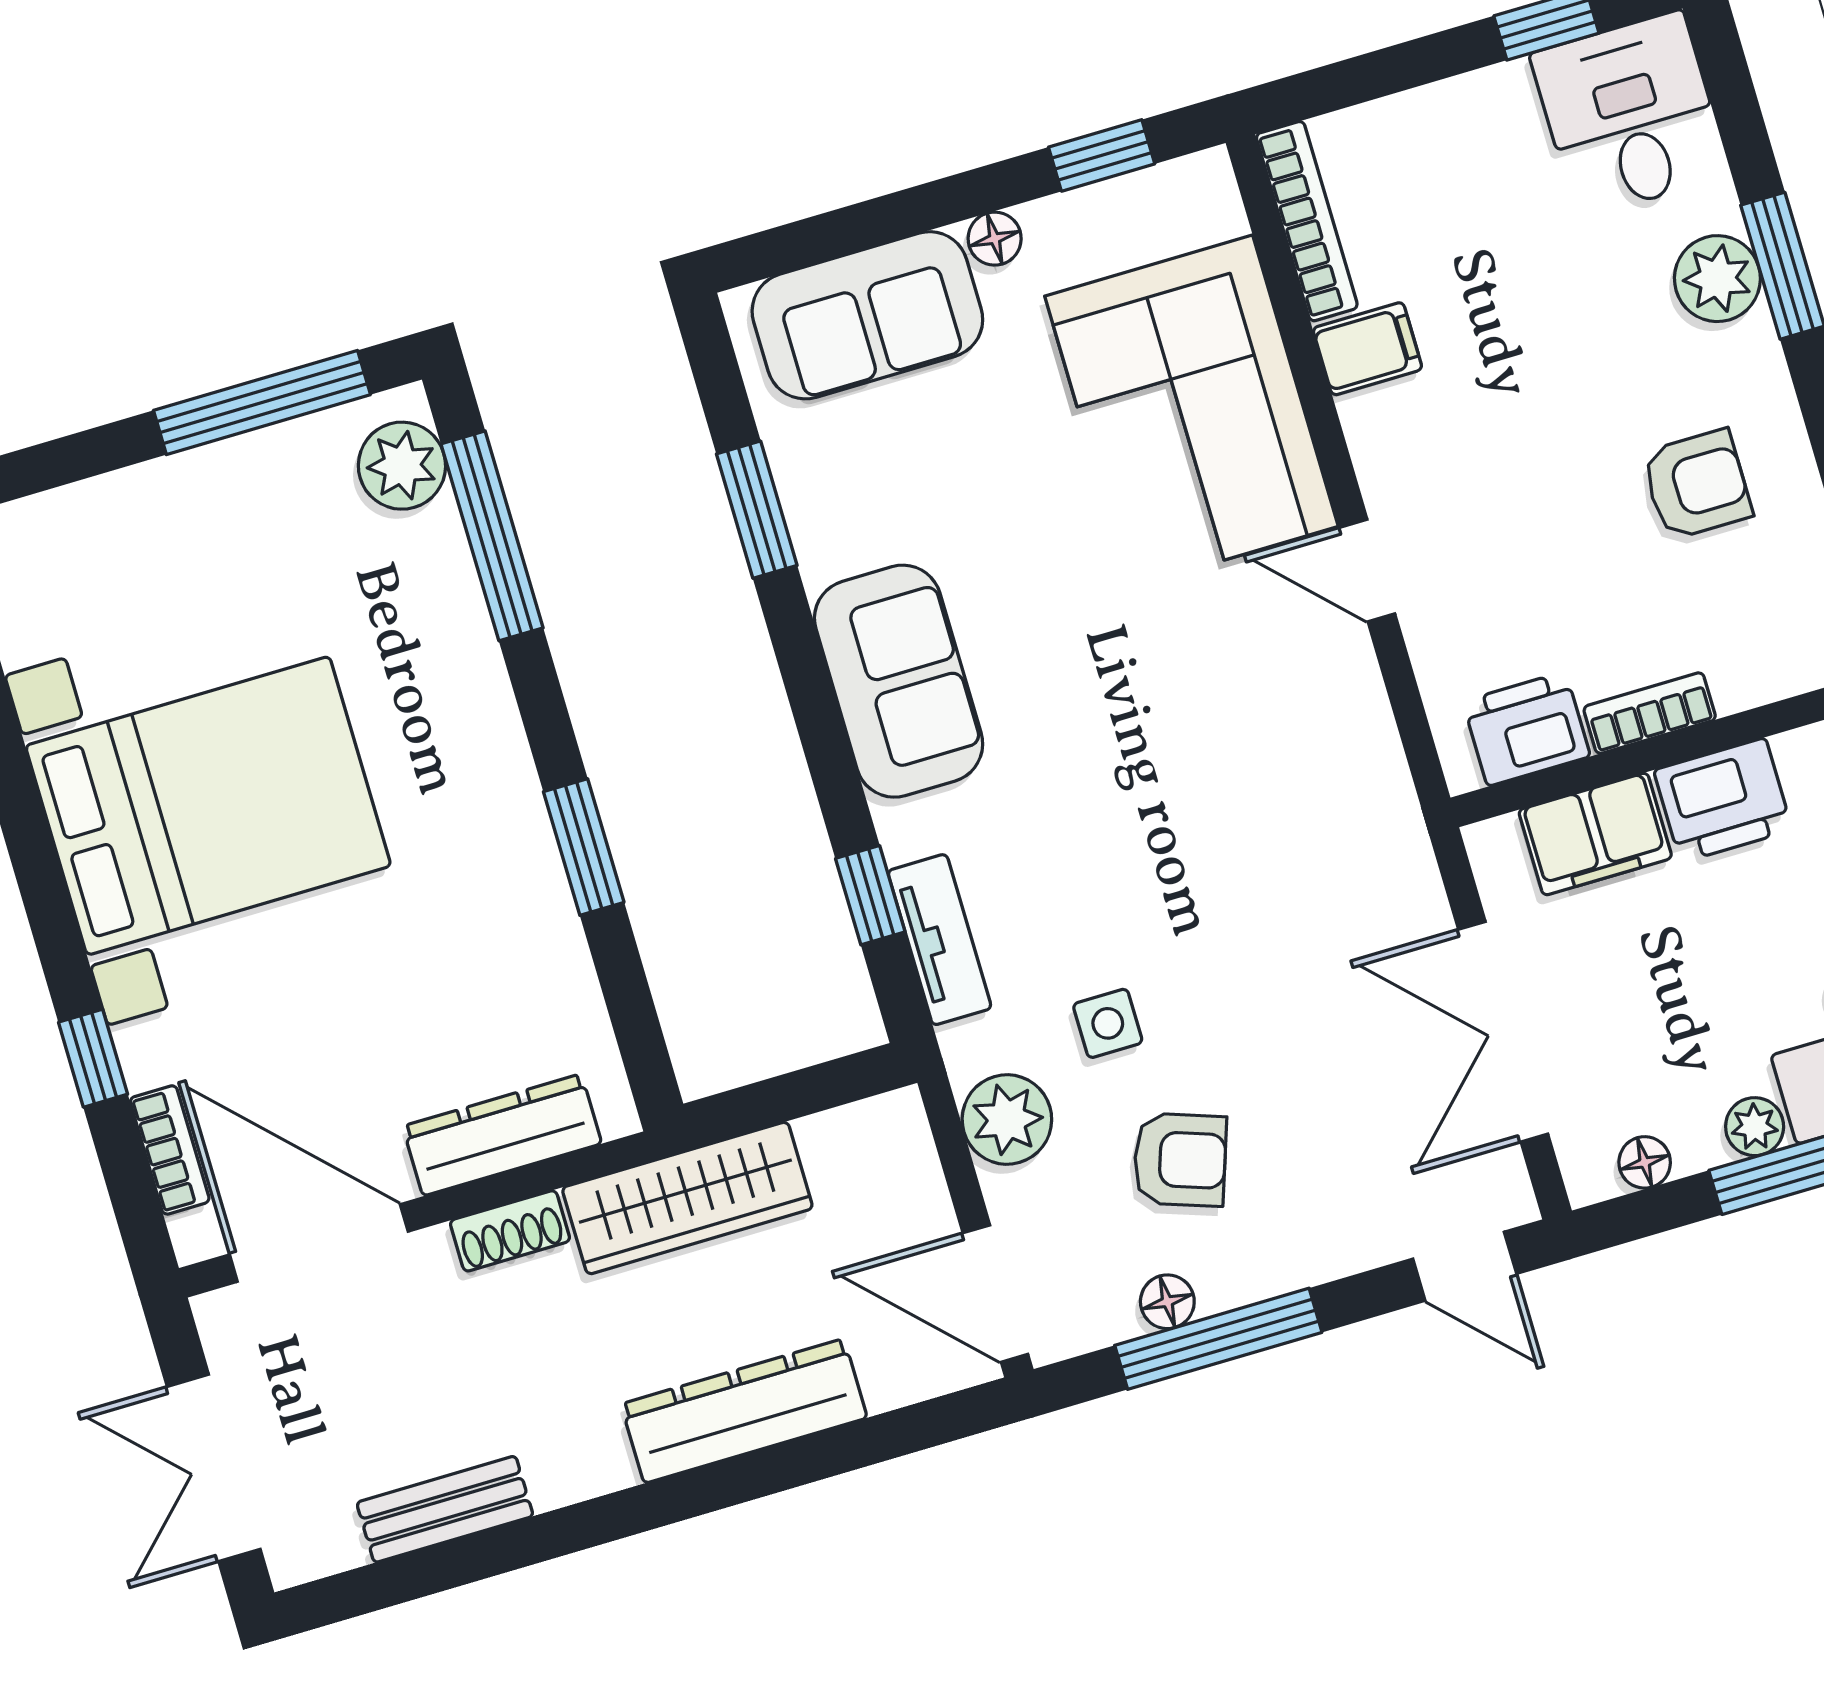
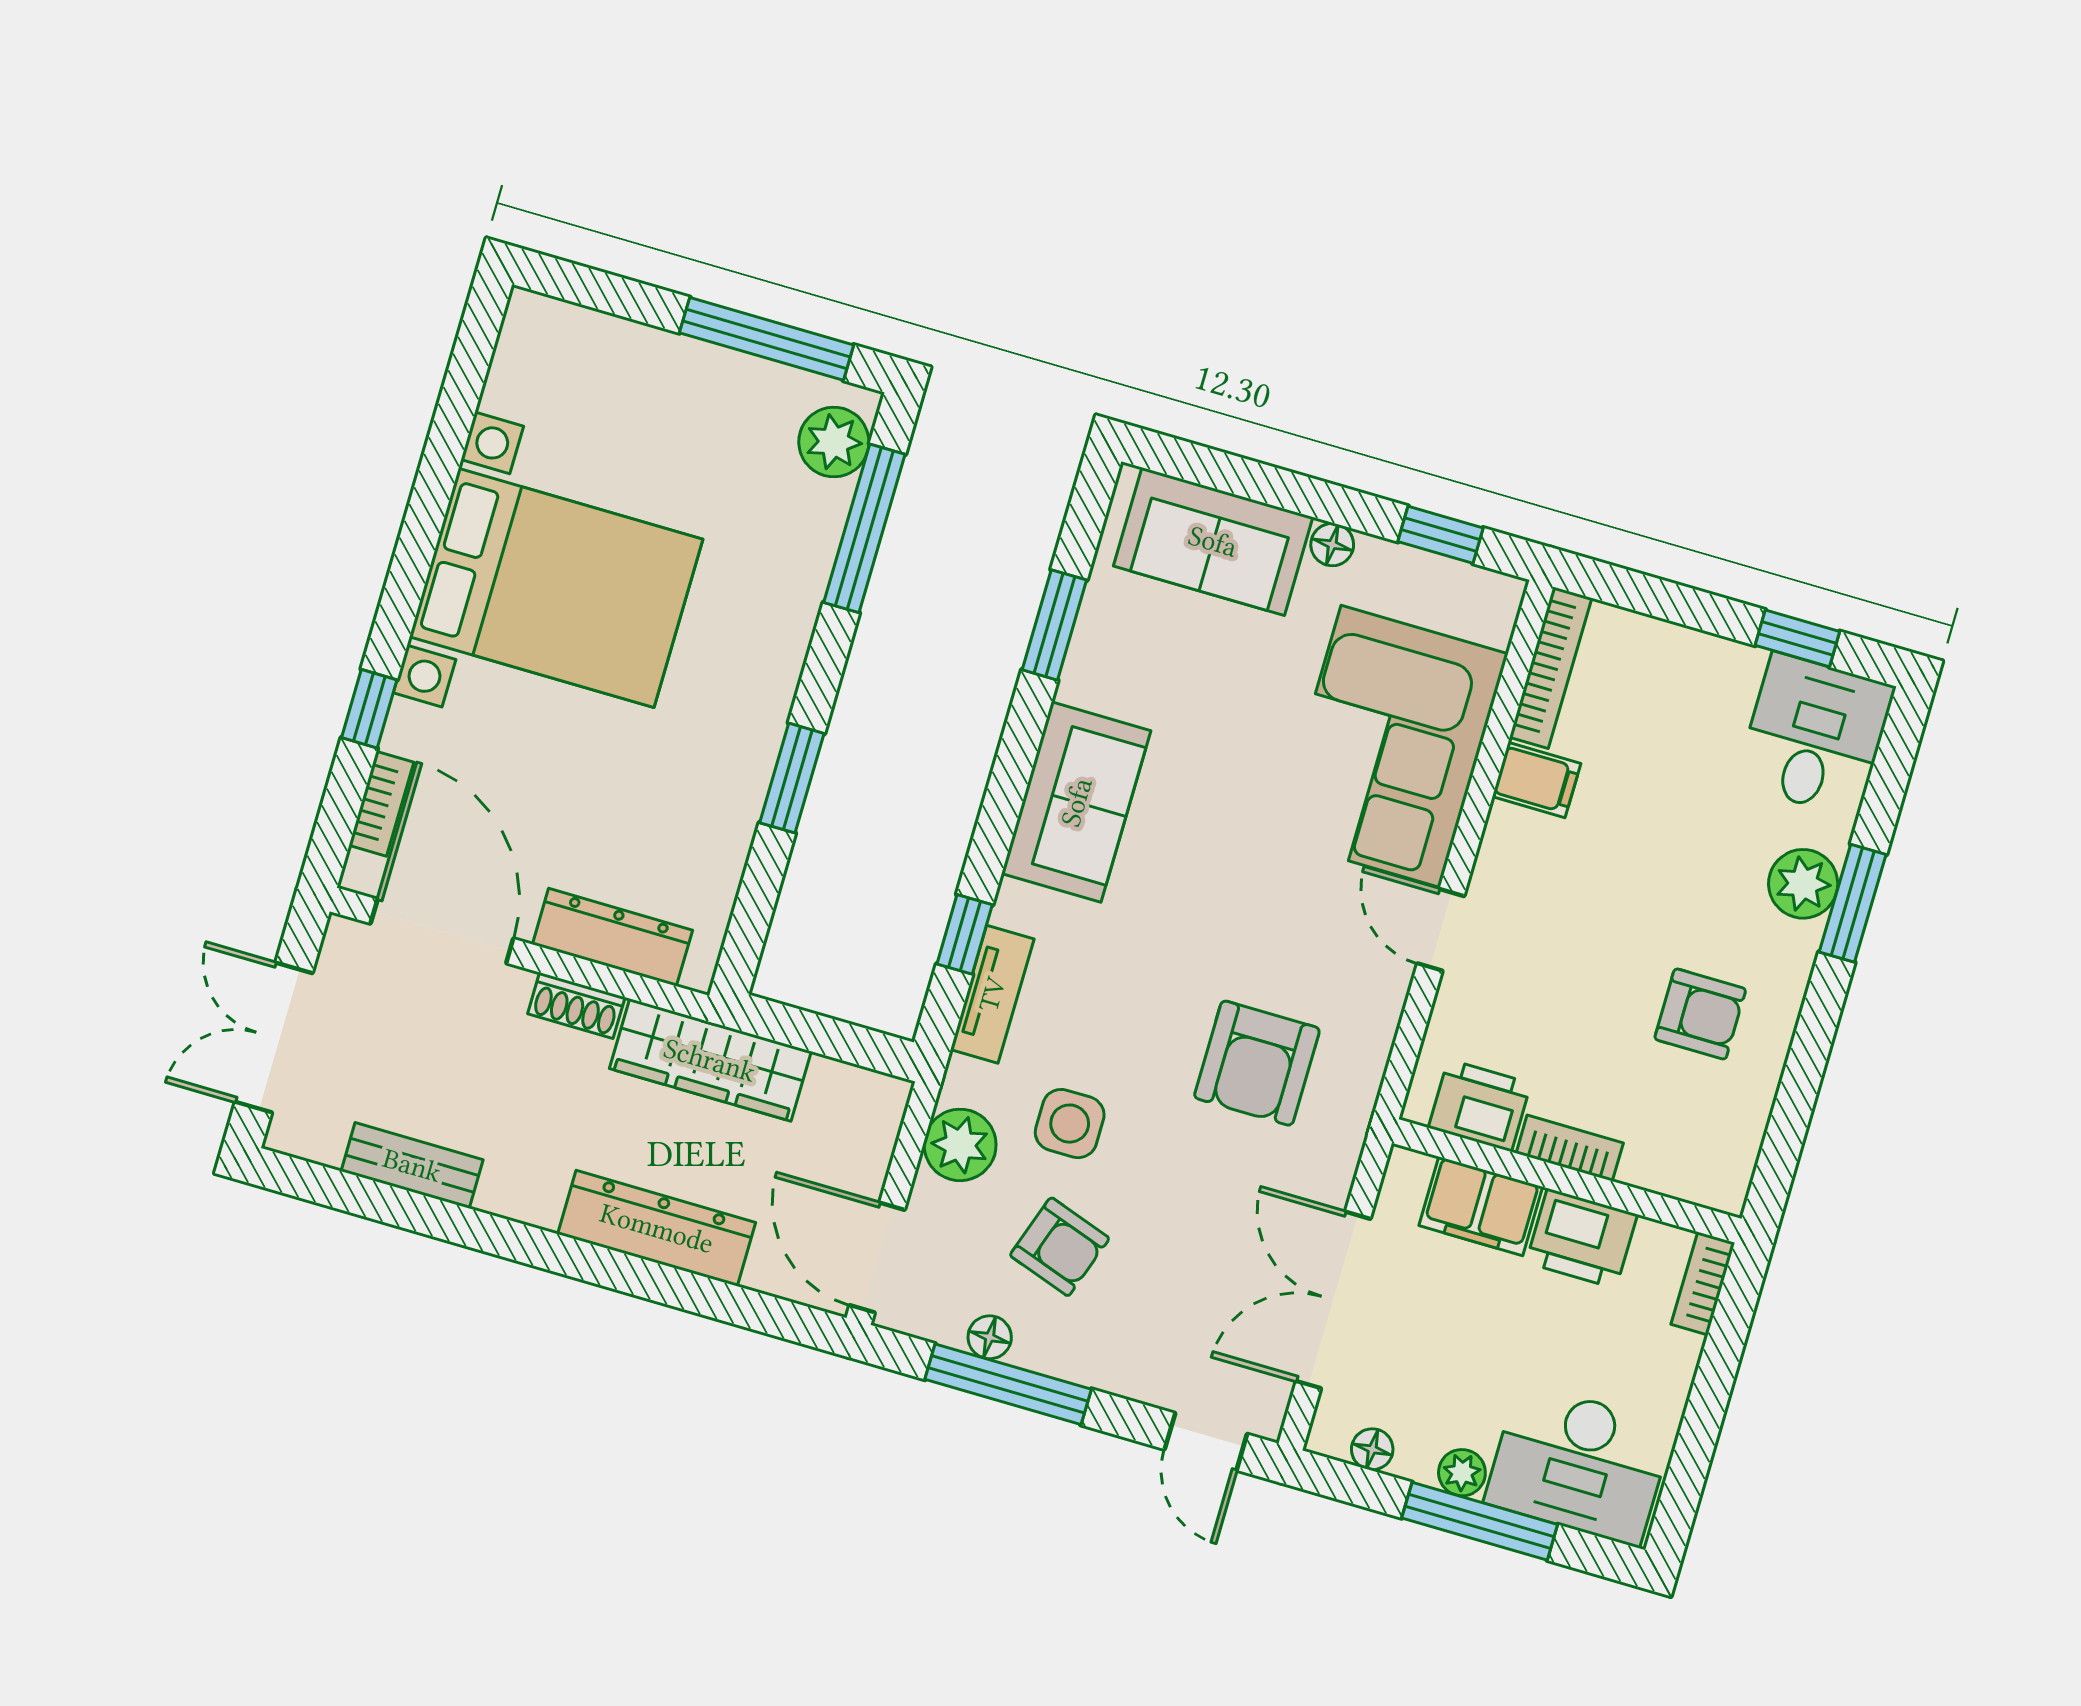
armchair: (1264, 834) -> (1257, 1063), added
side table: (1108, 1023) -> (1070, 1124), width x1.37, depth x1.37

